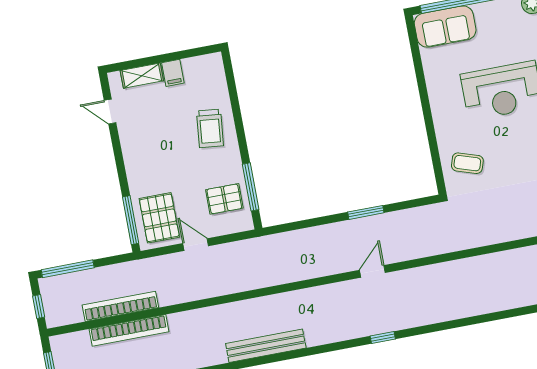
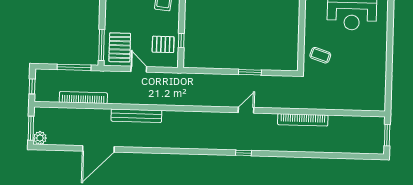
window: (251, 187) -> (181, 40), width x0.46
window: (68, 269) -> (74, 67), moved
bookcase: (129, 330) -> (303, 120), moved
bench: (266, 346) -> (136, 116), moved

